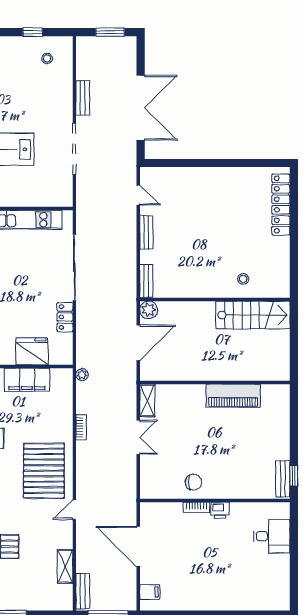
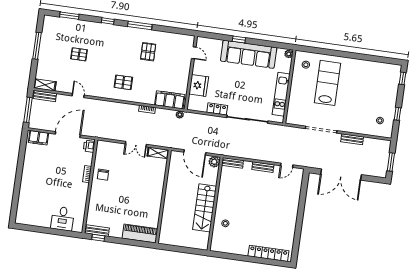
stairs: (253, 315) -> (205, 208), moved
filing cabinet: (27, 380) -> (170, 100), moved, turned 90
piano: (233, 396) -> (140, 234), moved, turned 90
pallet: (44, 471) -> (123, 82), width x0.49, depth x0.50
door: (74, 510) -> (78, 95), moved
printer: (220, 510) -> (89, 146), moved
shelving: (65, 567) -> (45, 85), moved
filing cabinet: (150, 592) -> (38, 138), width x2.00

